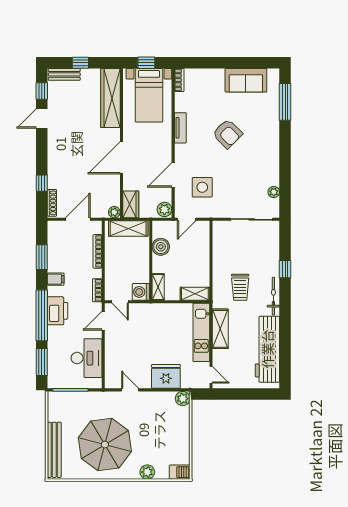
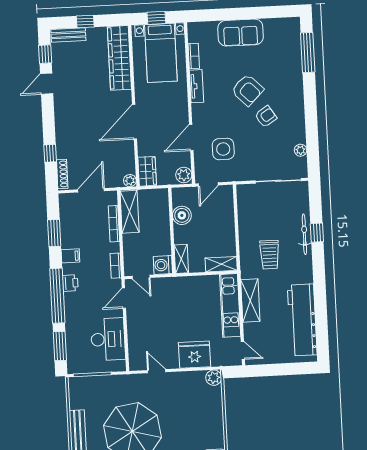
bookcase: (179, 80) -> (194, 56), moved
sofa: (246, 80) -> (241, 33), moved
armchair: (243, 159) -> (266, 117), added
shelving: (128, 229) -> (130, 212), moved, turned 90
bicycle: (273, 296) -> (304, 234), moved
printer: (57, 311) -> (70, 283), width x0.53, depth x0.68

